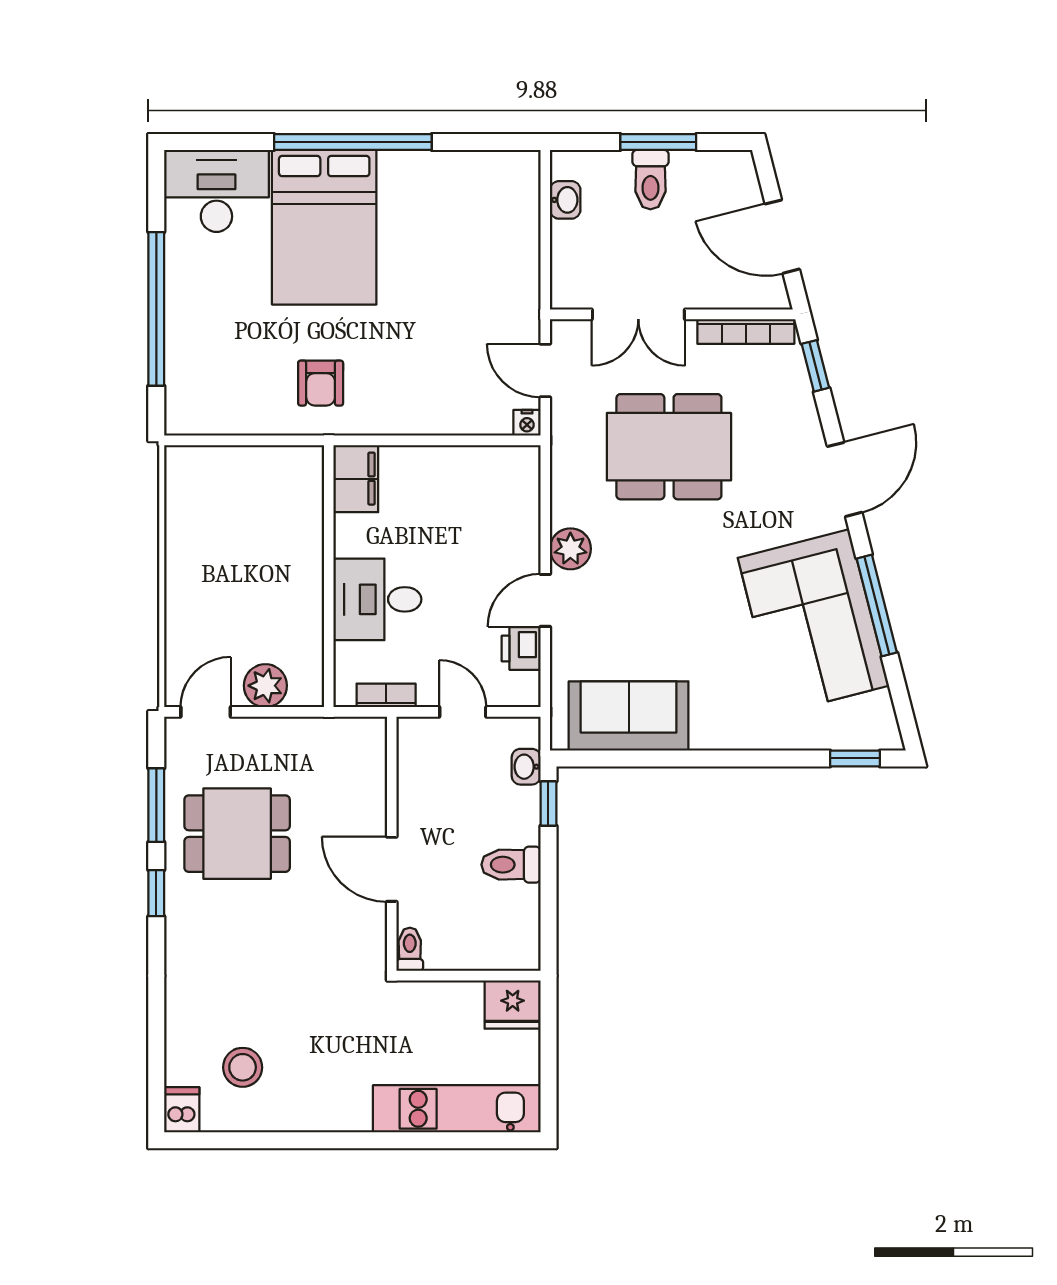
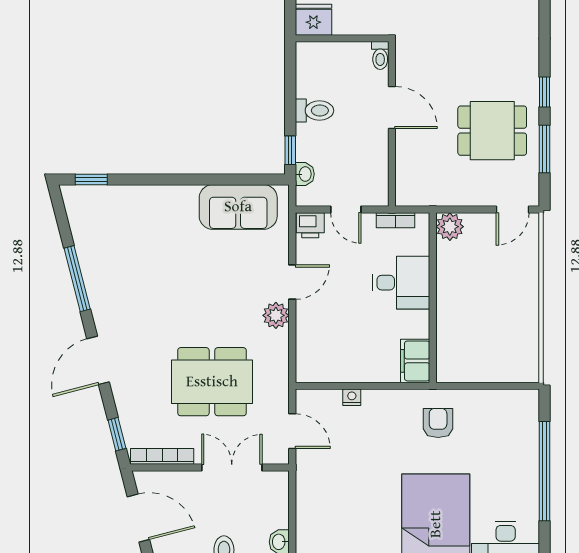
nightstand: (527, 423) -> (352, 397), moved
corner sofa: (813, 622) -> (118, 268), removed
printer: (521, 648) -> (310, 225), moved, turned 90
plant: (265, 686) -> (450, 227), moved

